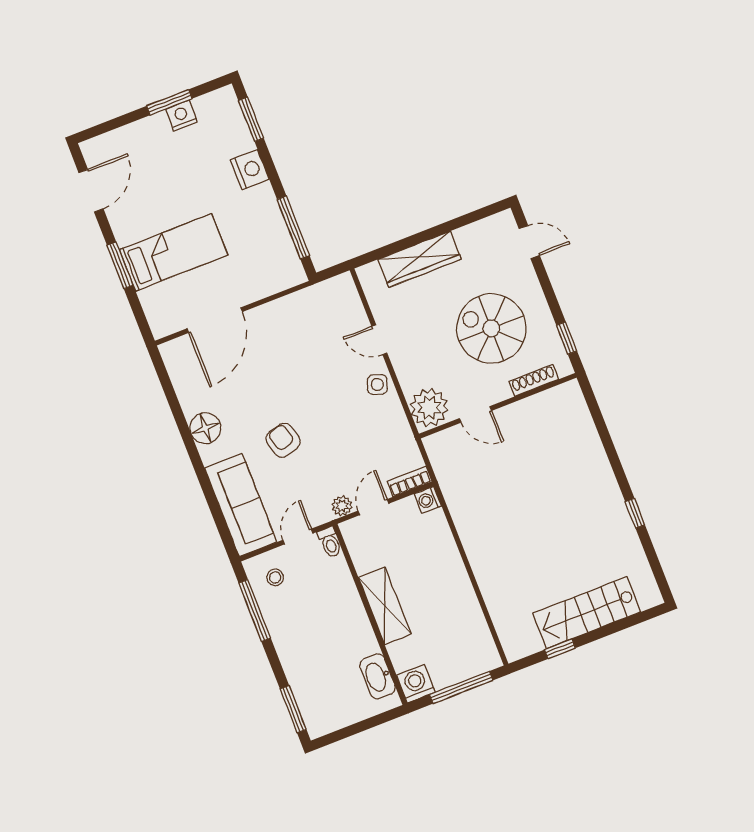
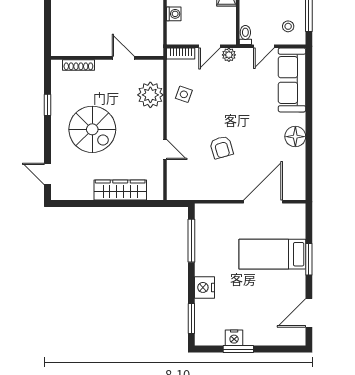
shoe rack: (534, 380) -> (78, 65), moved
side table: (377, 384) -> (184, 94), moved
wall: (498, 406) -> (107, 58), moved
door: (475, 414) -> (123, 58), moved
armchair: (283, 440) -> (222, 147), moved
washing machine: (428, 500) -> (174, 14), moved

